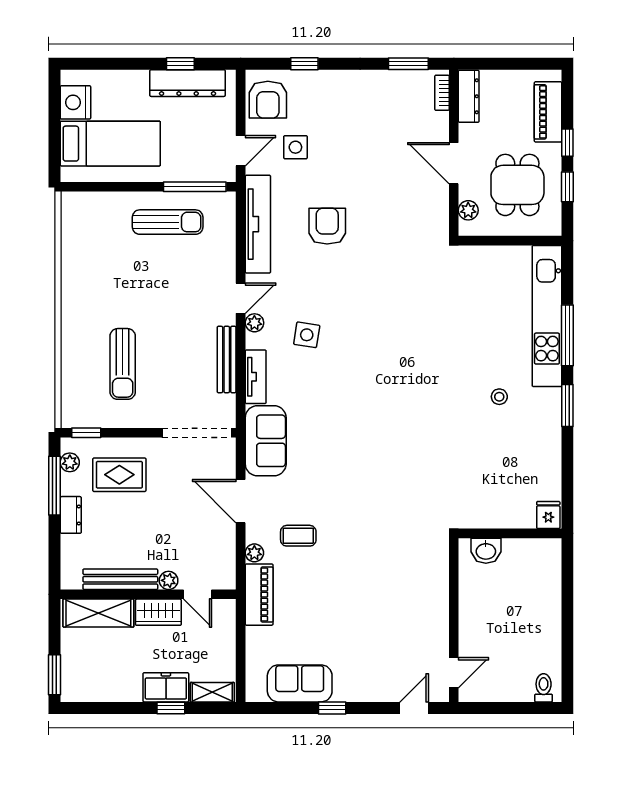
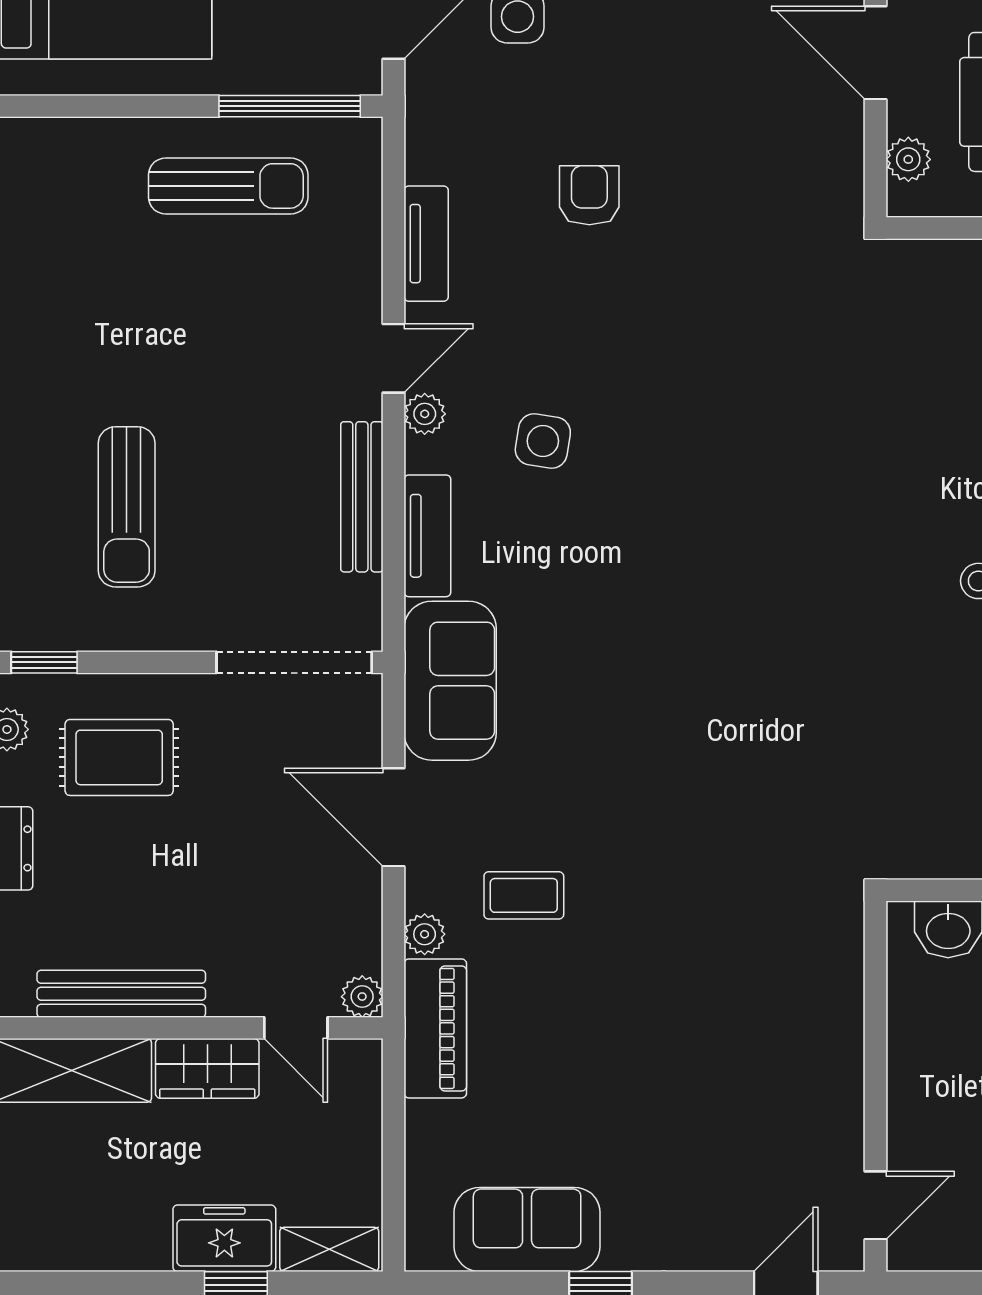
tv unit: (258, 224) -> (426, 244), width x0.52, depth x0.78
armchair: (327, 226) -> (589, 195), width x0.72, depth x0.72
plant: (169, 580) -> (362, 997), moved

